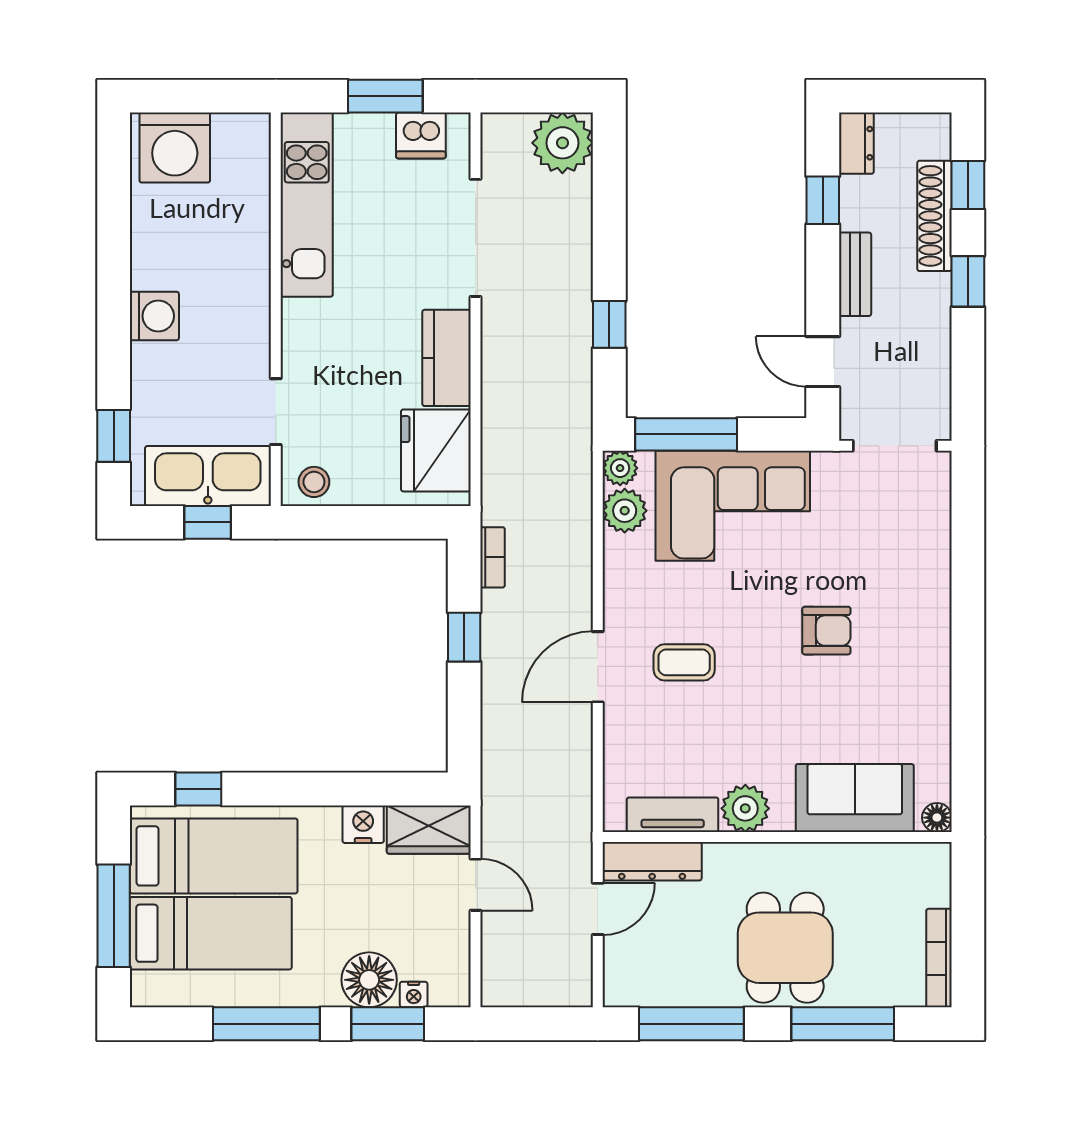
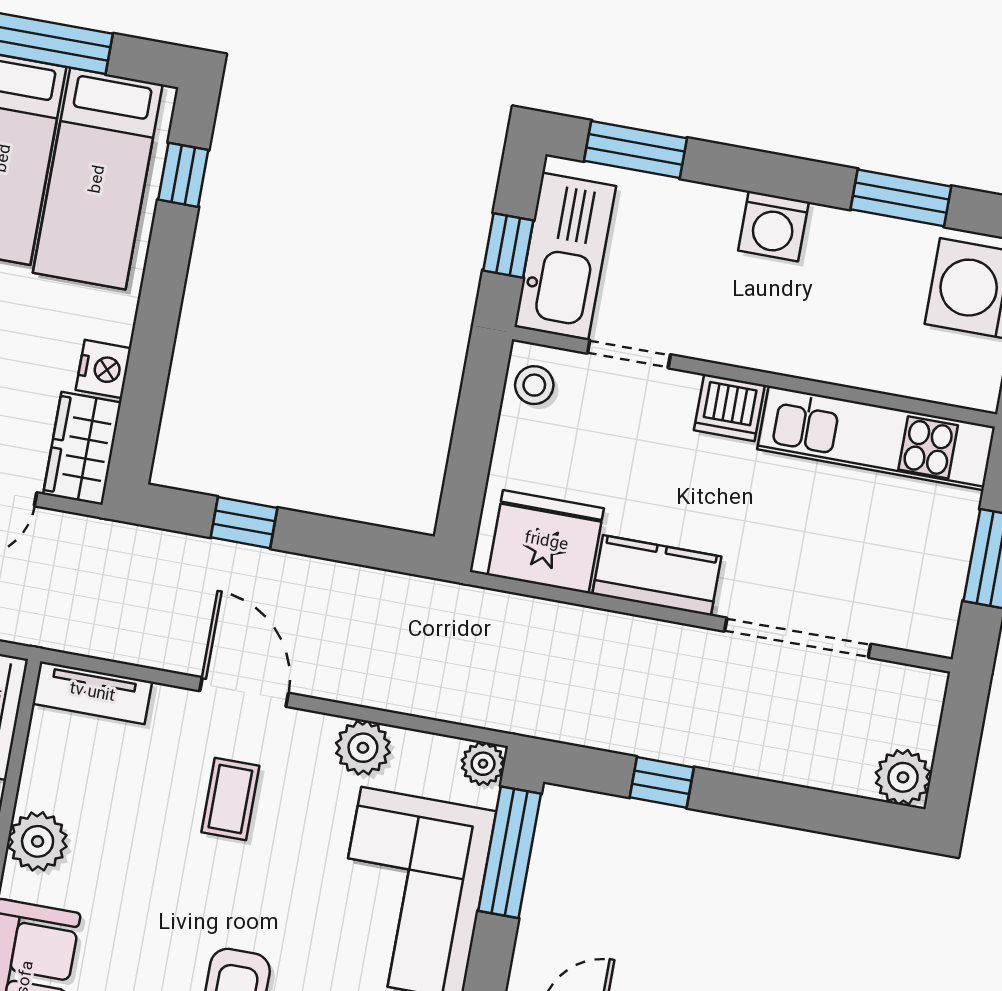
dishwasher: (421, 136) -> (729, 408), moved, turned -90
plant: (562, 143) -> (903, 777), width x0.73, depth x0.73
window: (114, 220) -> (901, 198), added
window: (114, 436) -> (636, 150), width x1.50
plant: (625, 511) -> (363, 748), moved
bookcase: (493, 557) -> (402, 587), removed
window: (464, 637) -> (244, 523), moved
tv unit: (673, 815) -> (92, 693), moved, turned 90

